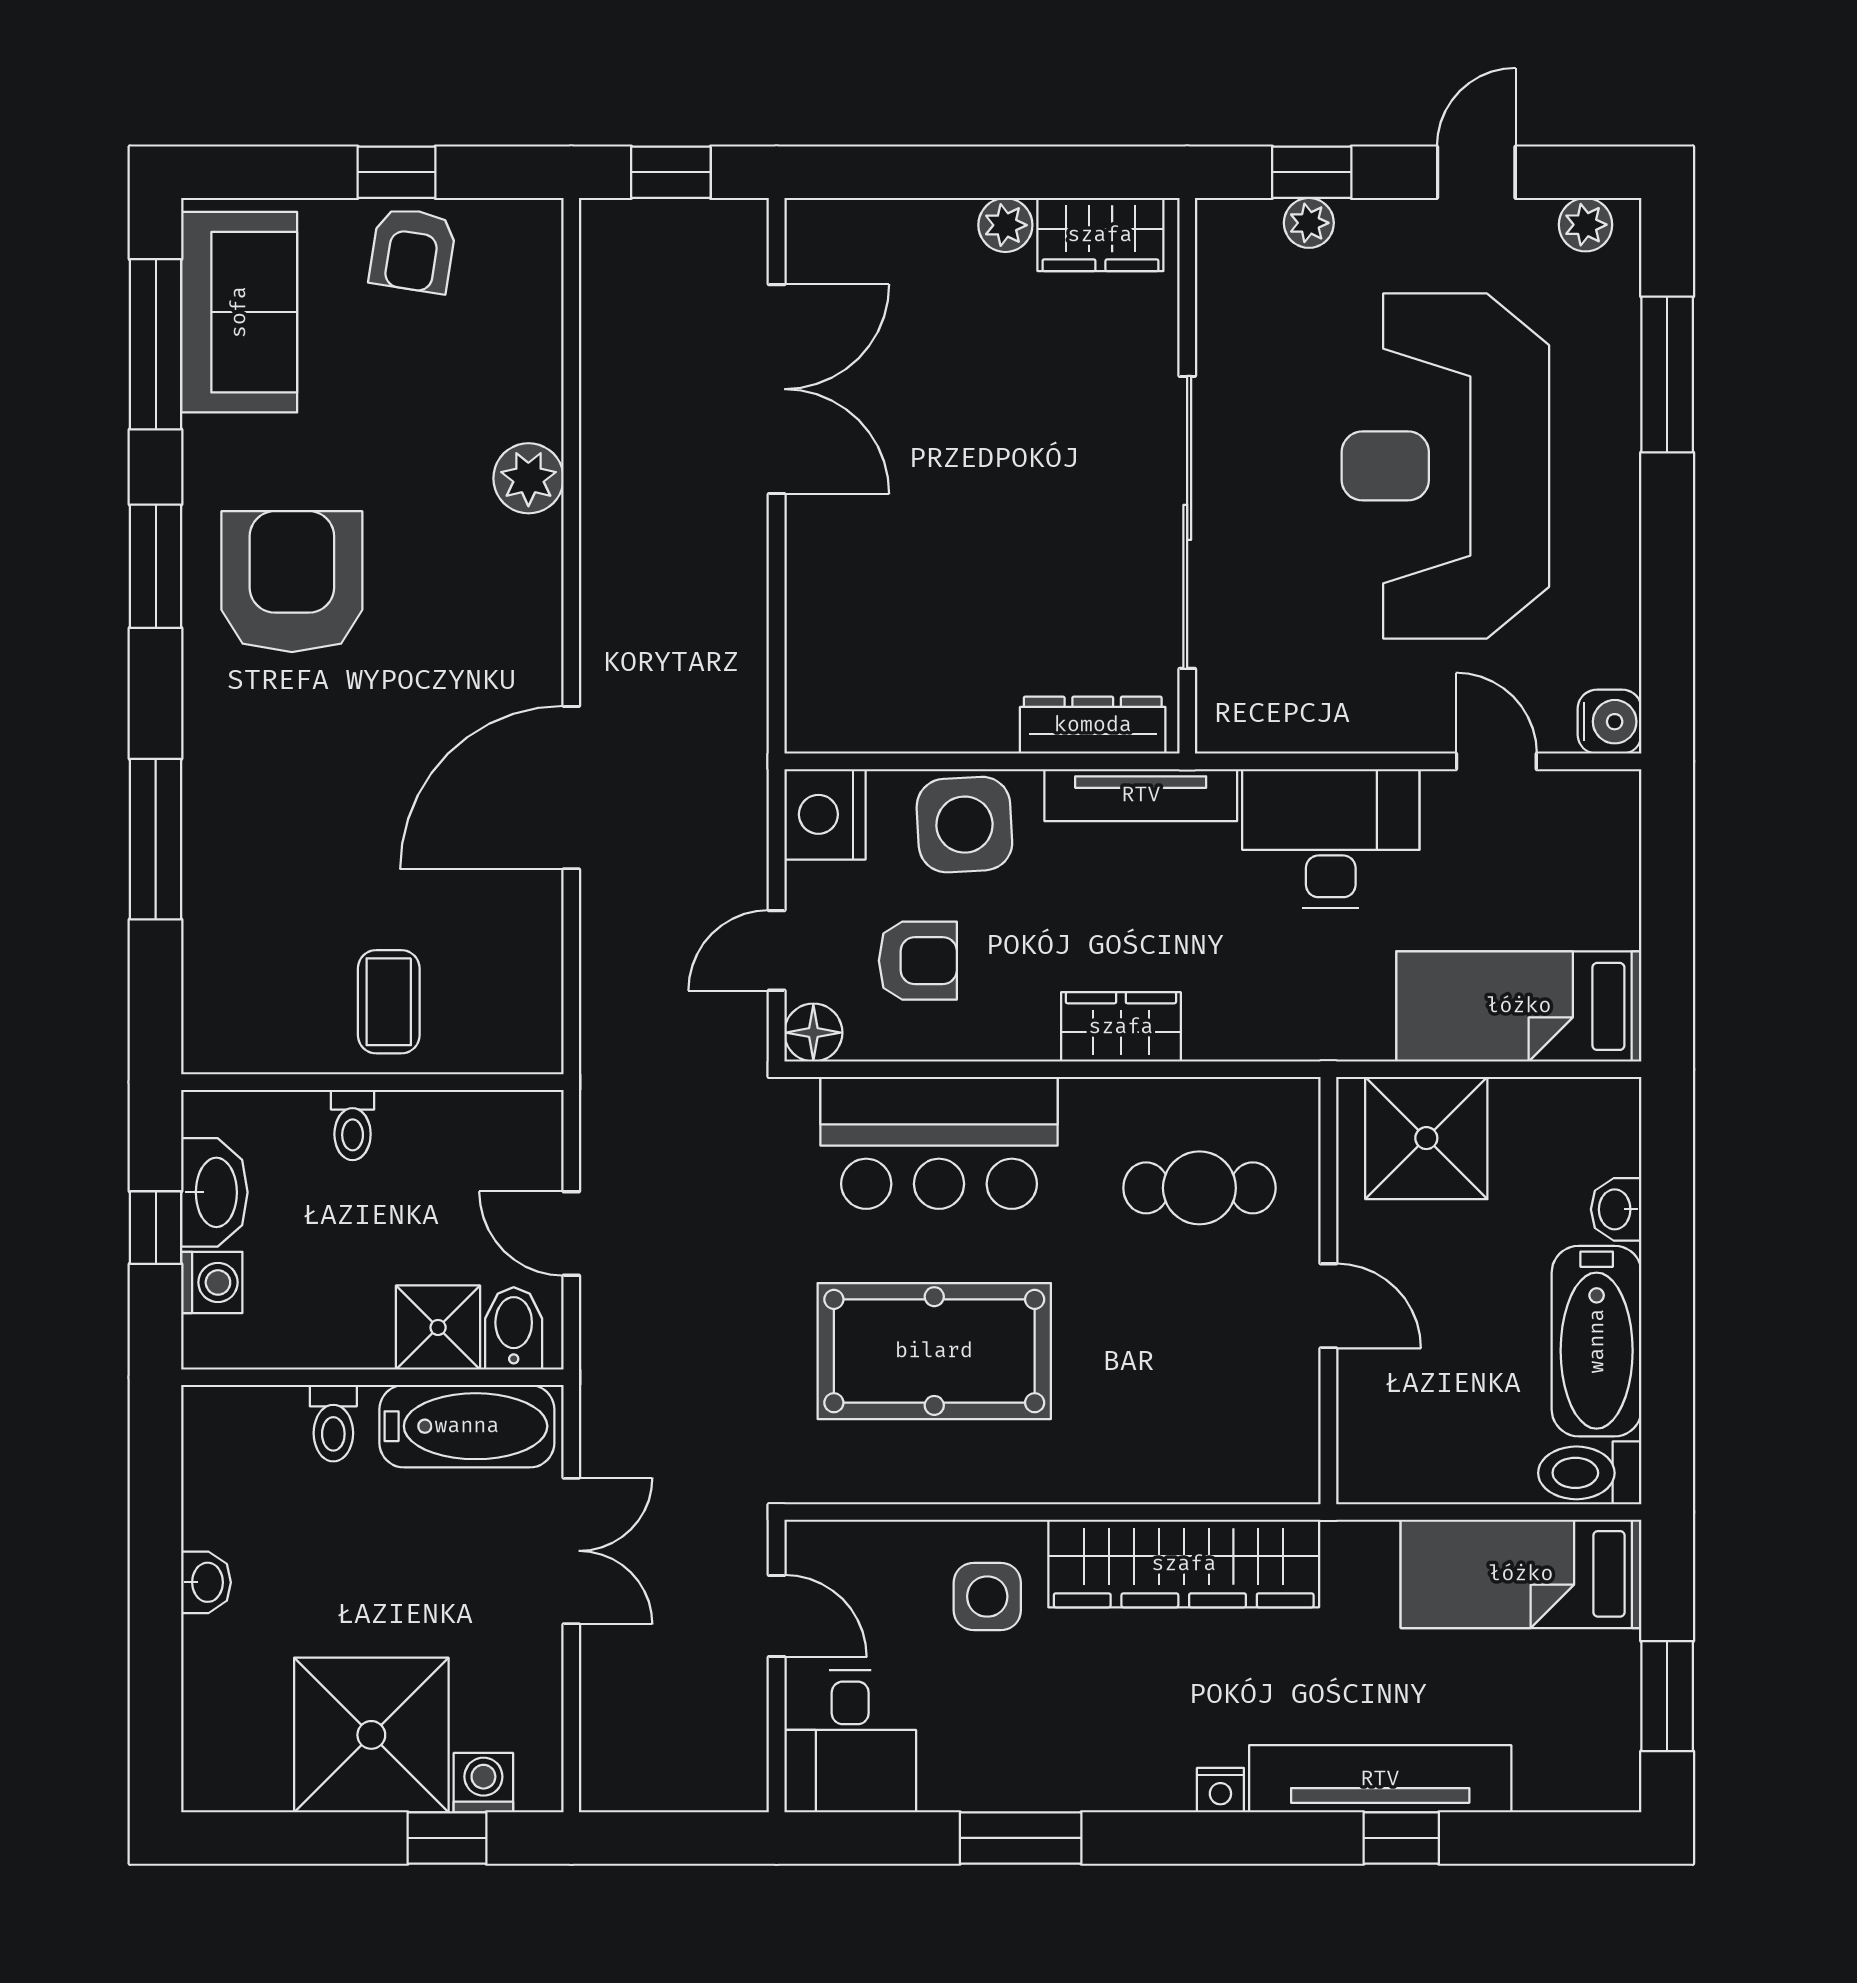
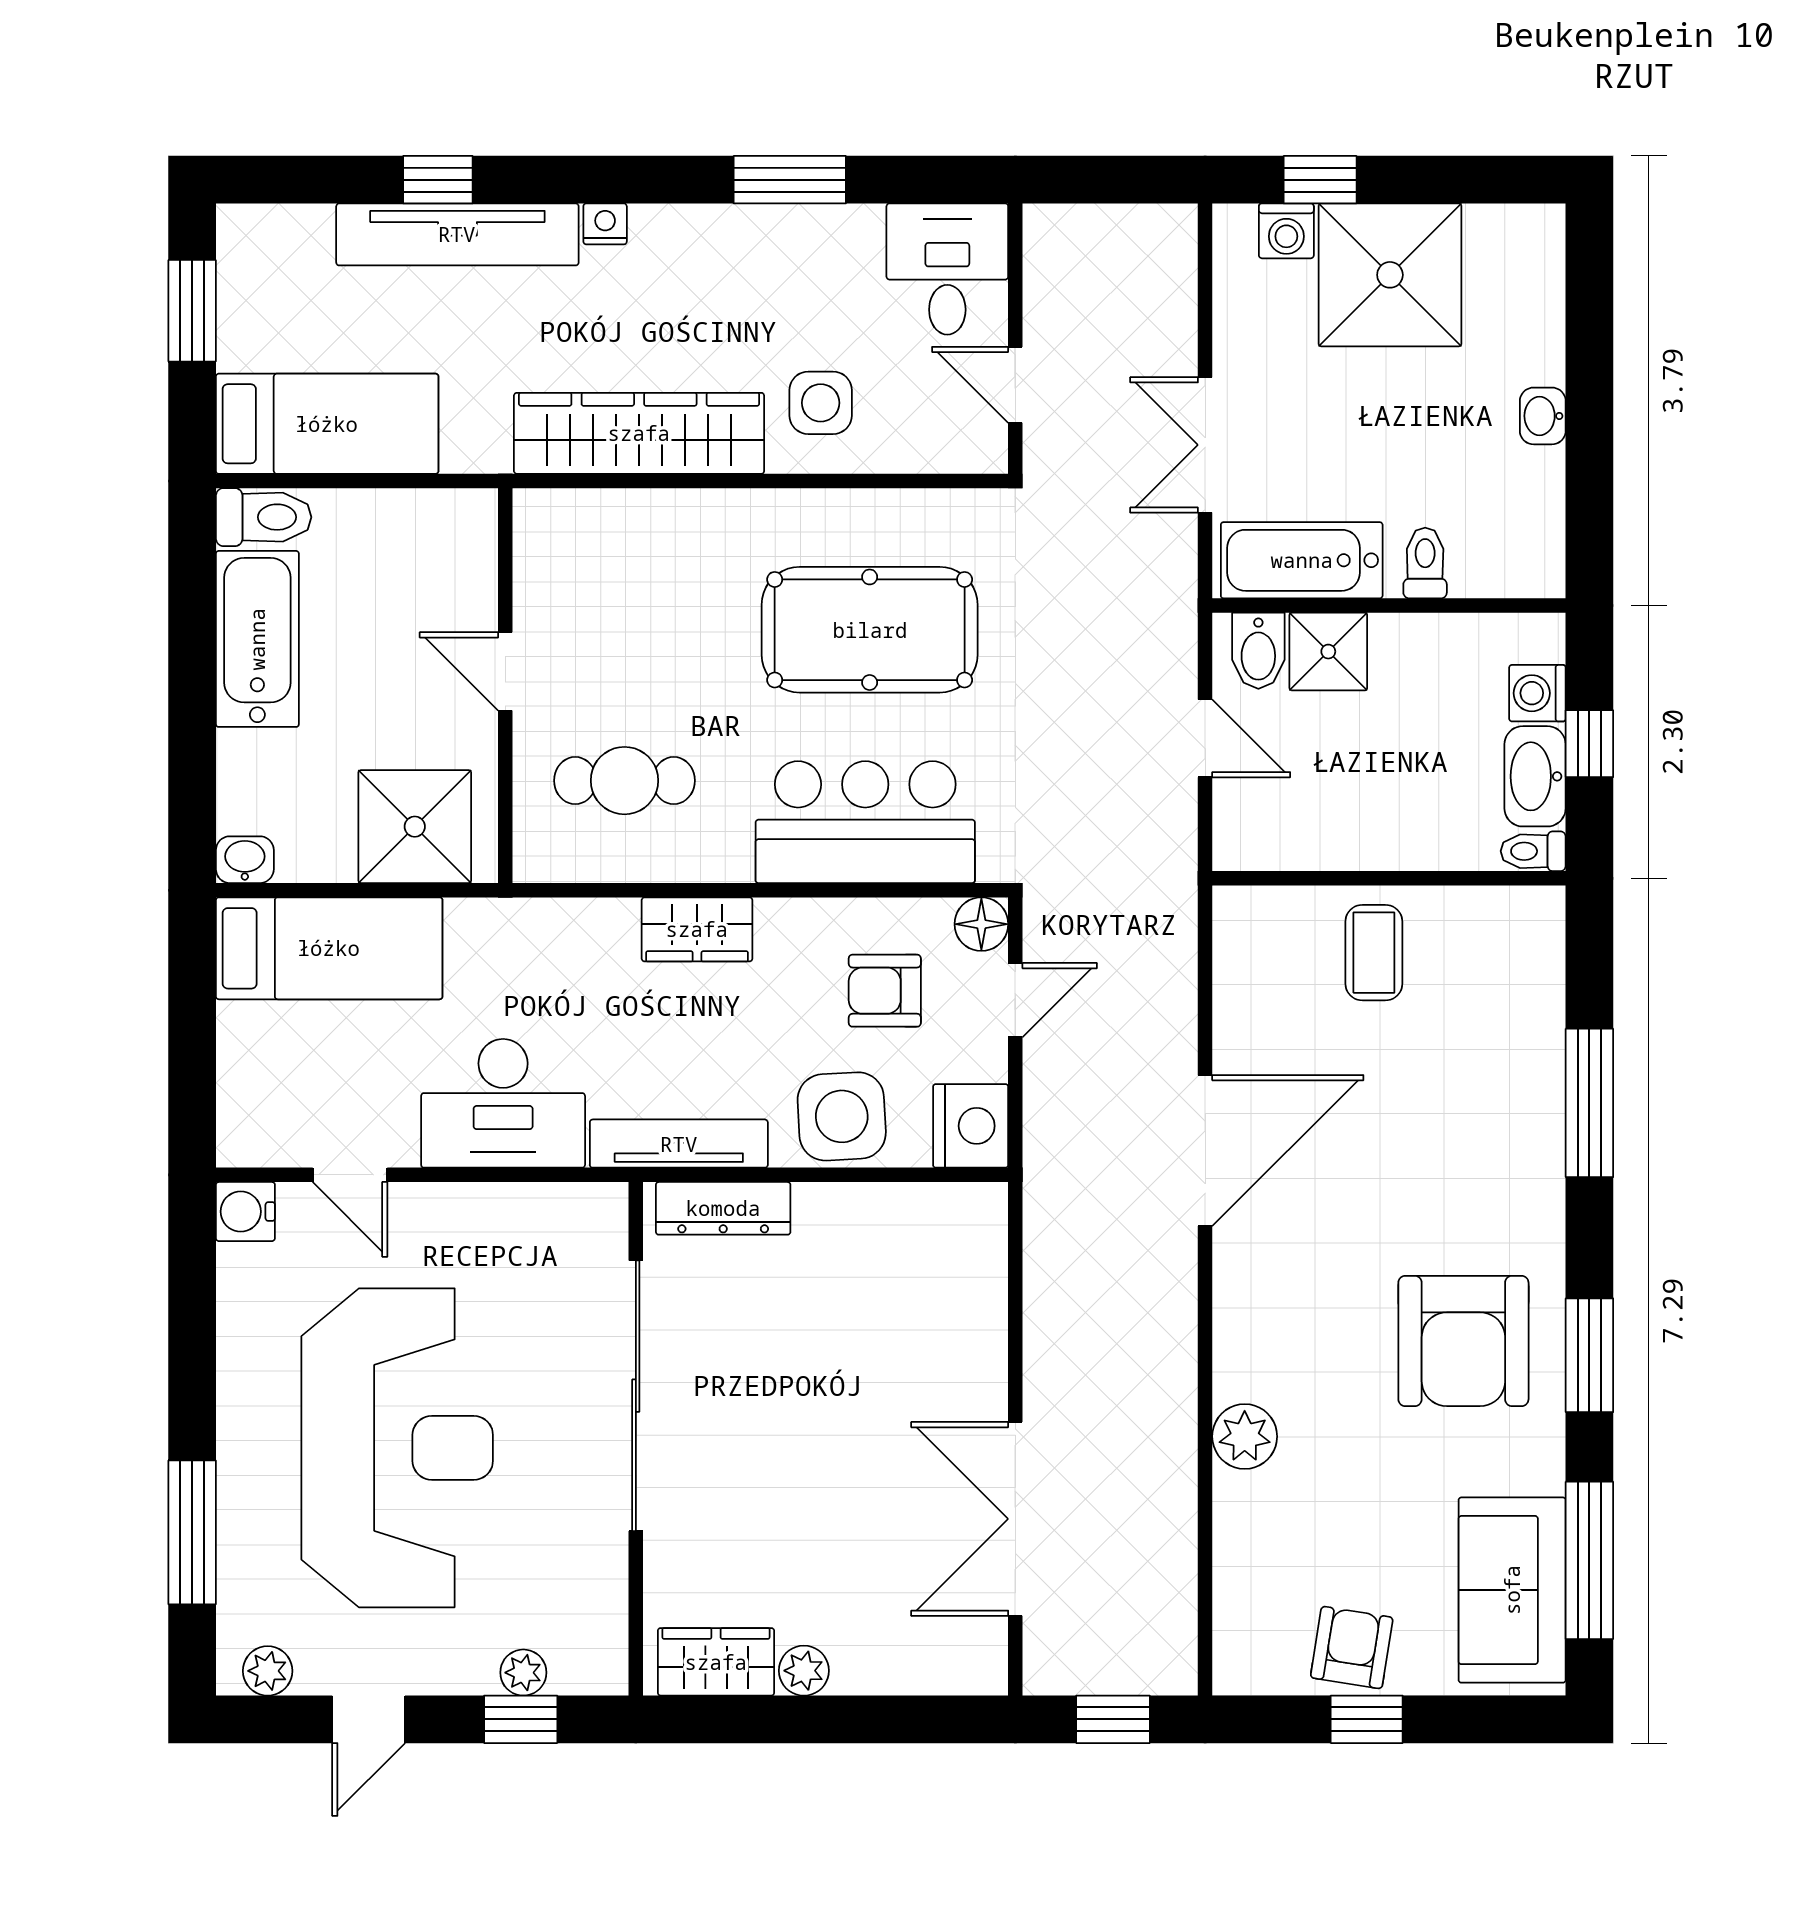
toilet: (353, 1125) -> (1533, 851), moved, turned -90
washbasin: (1616, 1209) -> (245, 860), moved, turned -90

